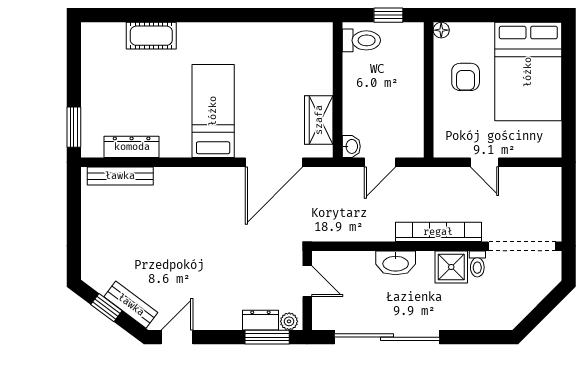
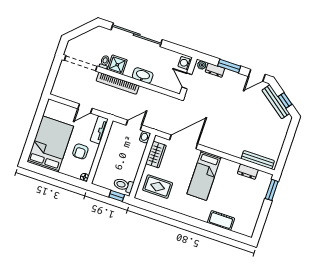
window: (388, 15) -> (117, 196), moved
rug: (295, 60) -> (158, 187), added
armchair: (466, 77) -> (80, 151), turned 180
tv unit: (444, 130) -> (99, 130), added
dresser: (132, 147) -> (248, 172), width x0.70
door: (485, 162) -> (85, 109), swing flipped
bench: (131, 305) -> (276, 102), width x1.36
washing machine: (323, 314) -> (185, 63), added
window: (267, 337) -> (229, 66), moved
sliding door: (387, 337) -> (137, 35), moved

